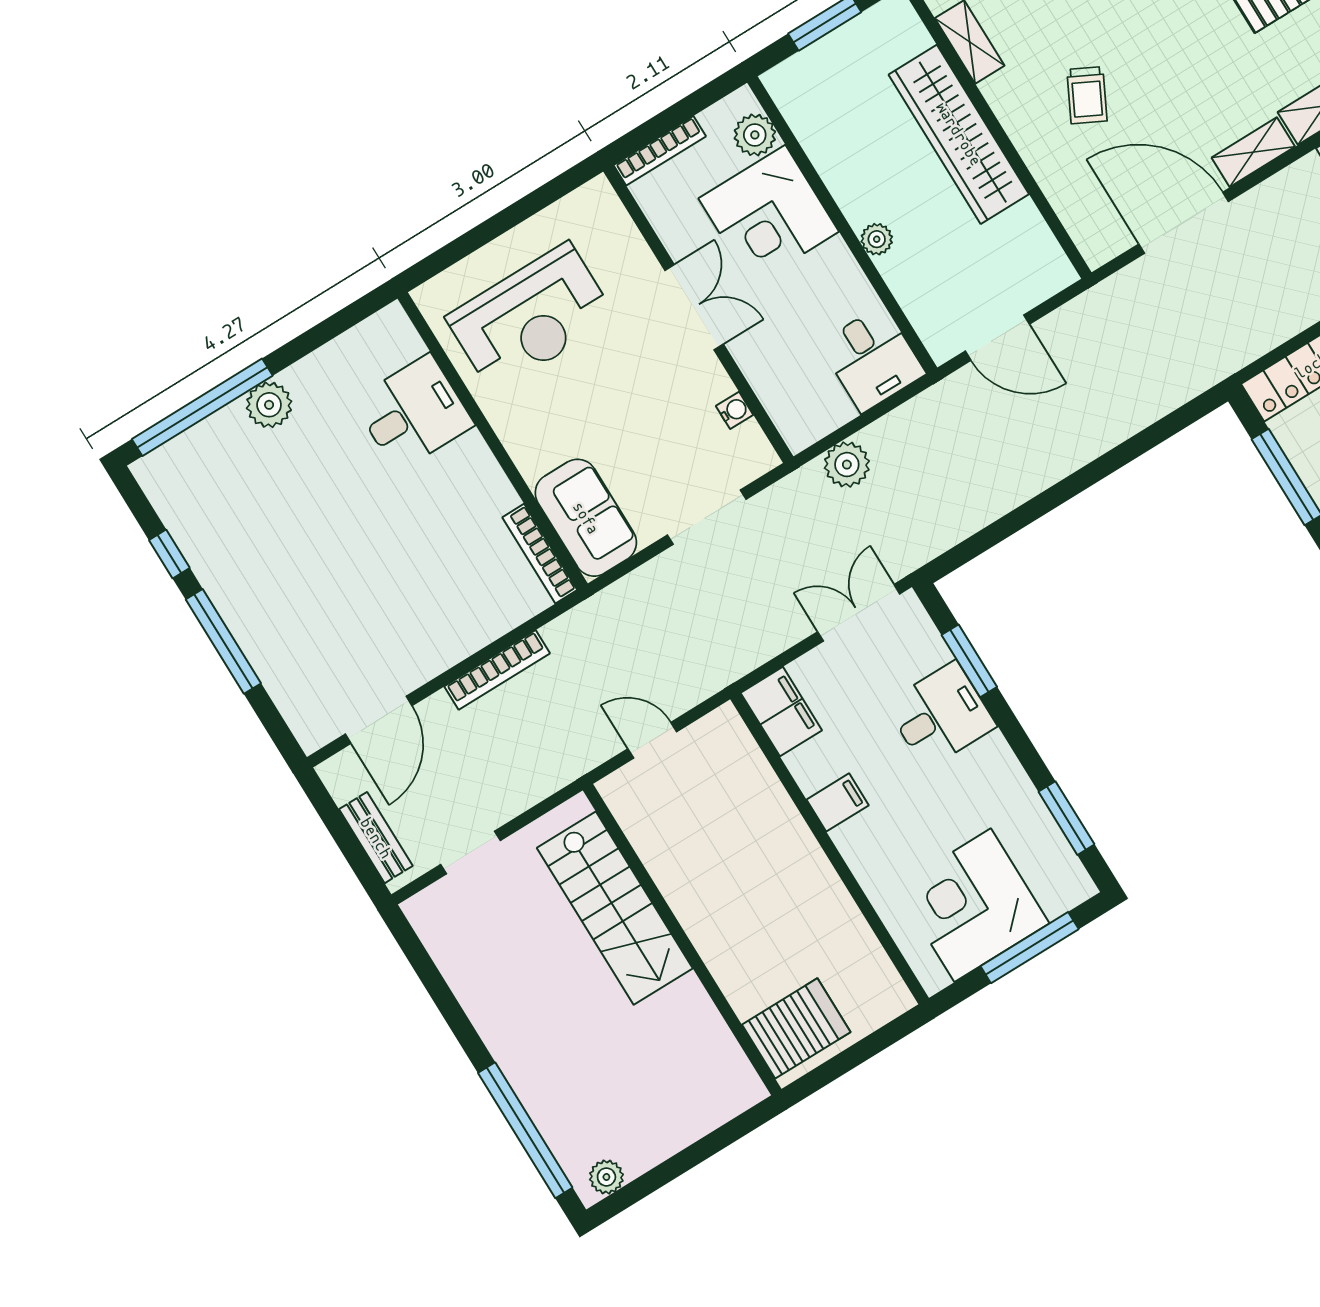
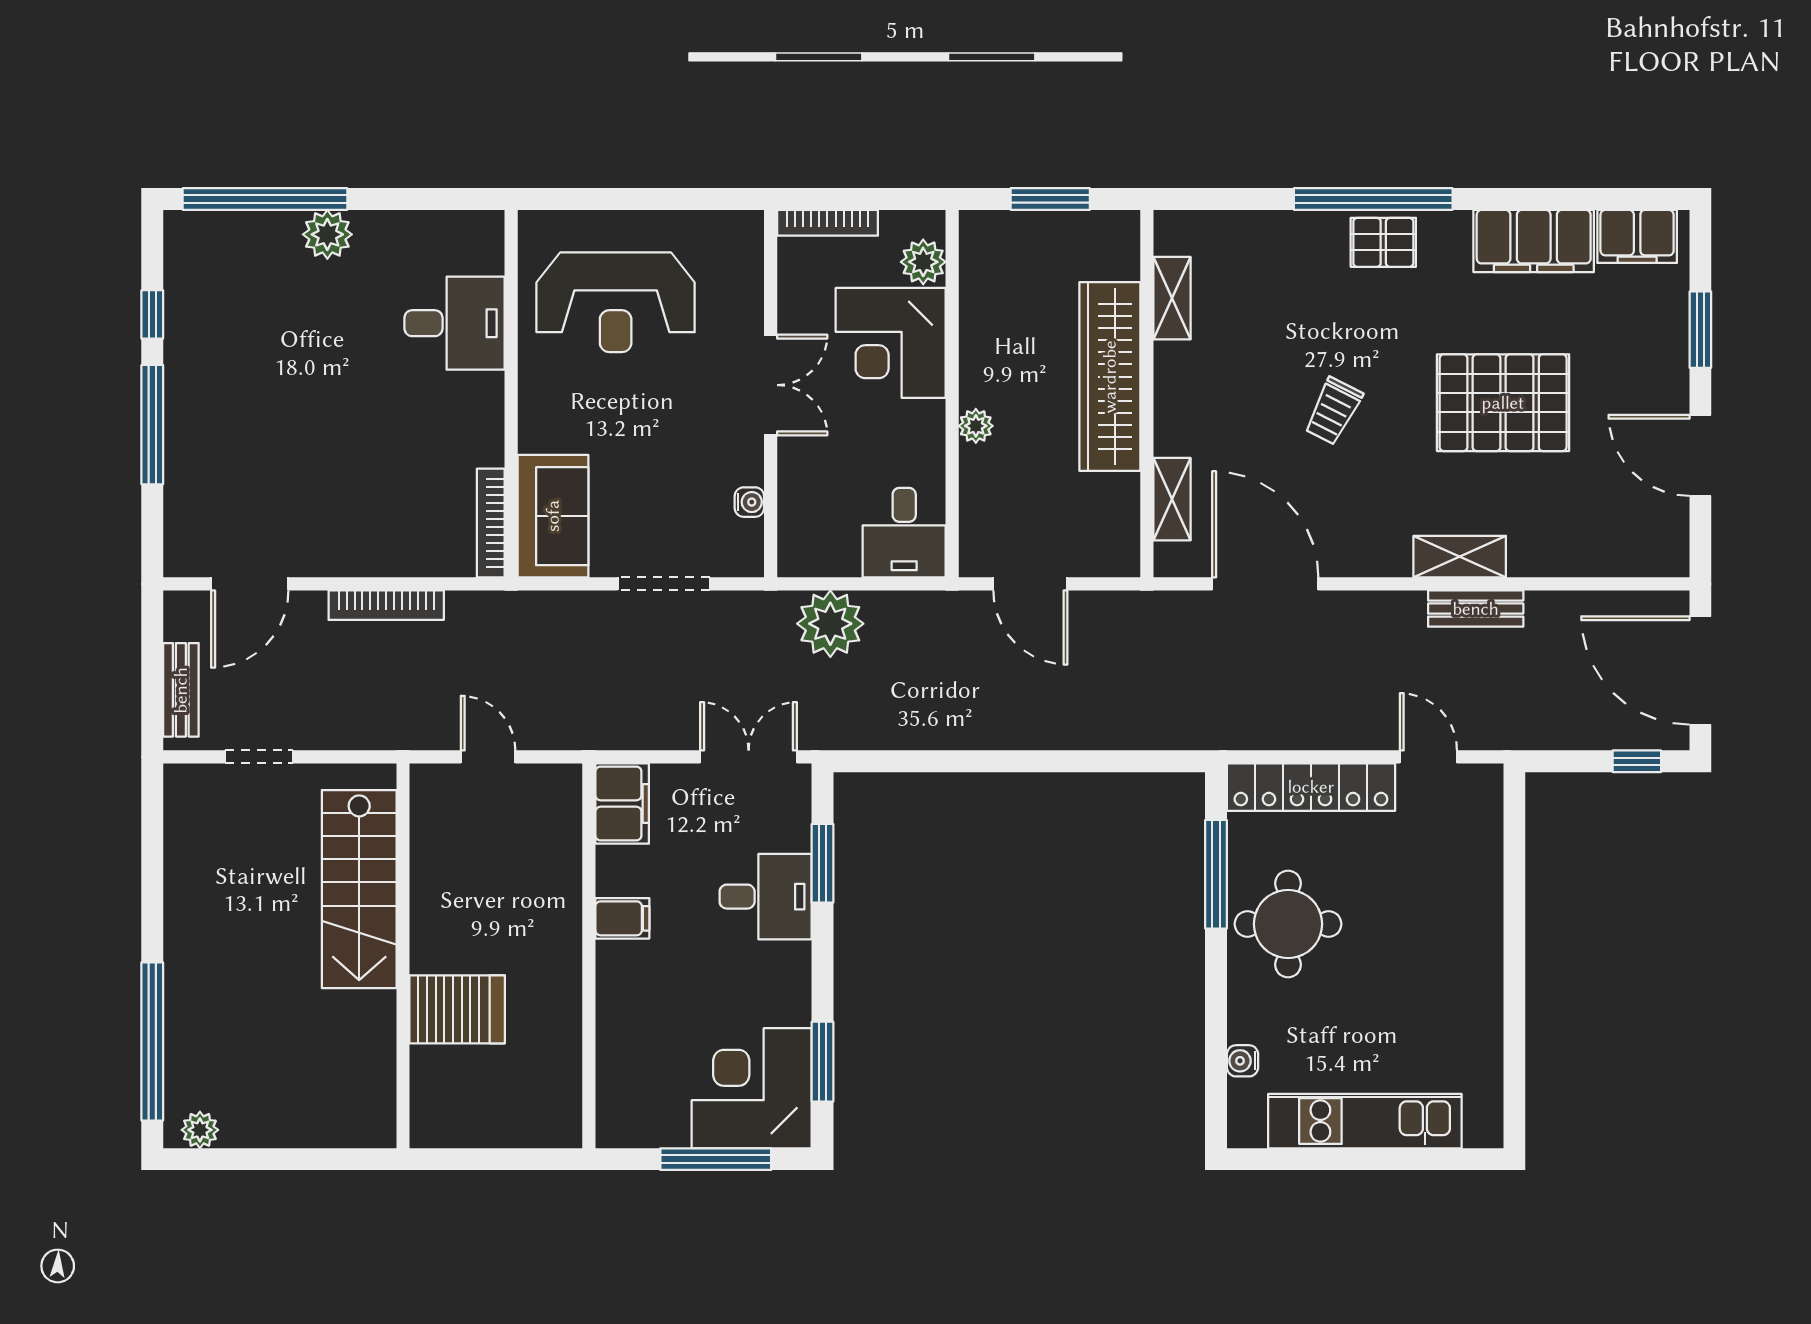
trolley: (1087, 95) -> (1333, 411), moved
shelving: (1253, 152) -> (1172, 499), moved, turned 90
plant: (847, 465) -> (830, 624), width x1.36, depth x1.36
corner desk: (973, 905) -> (752, 1088), moved
server rack: (796, 1028) -> (457, 1009), moved

